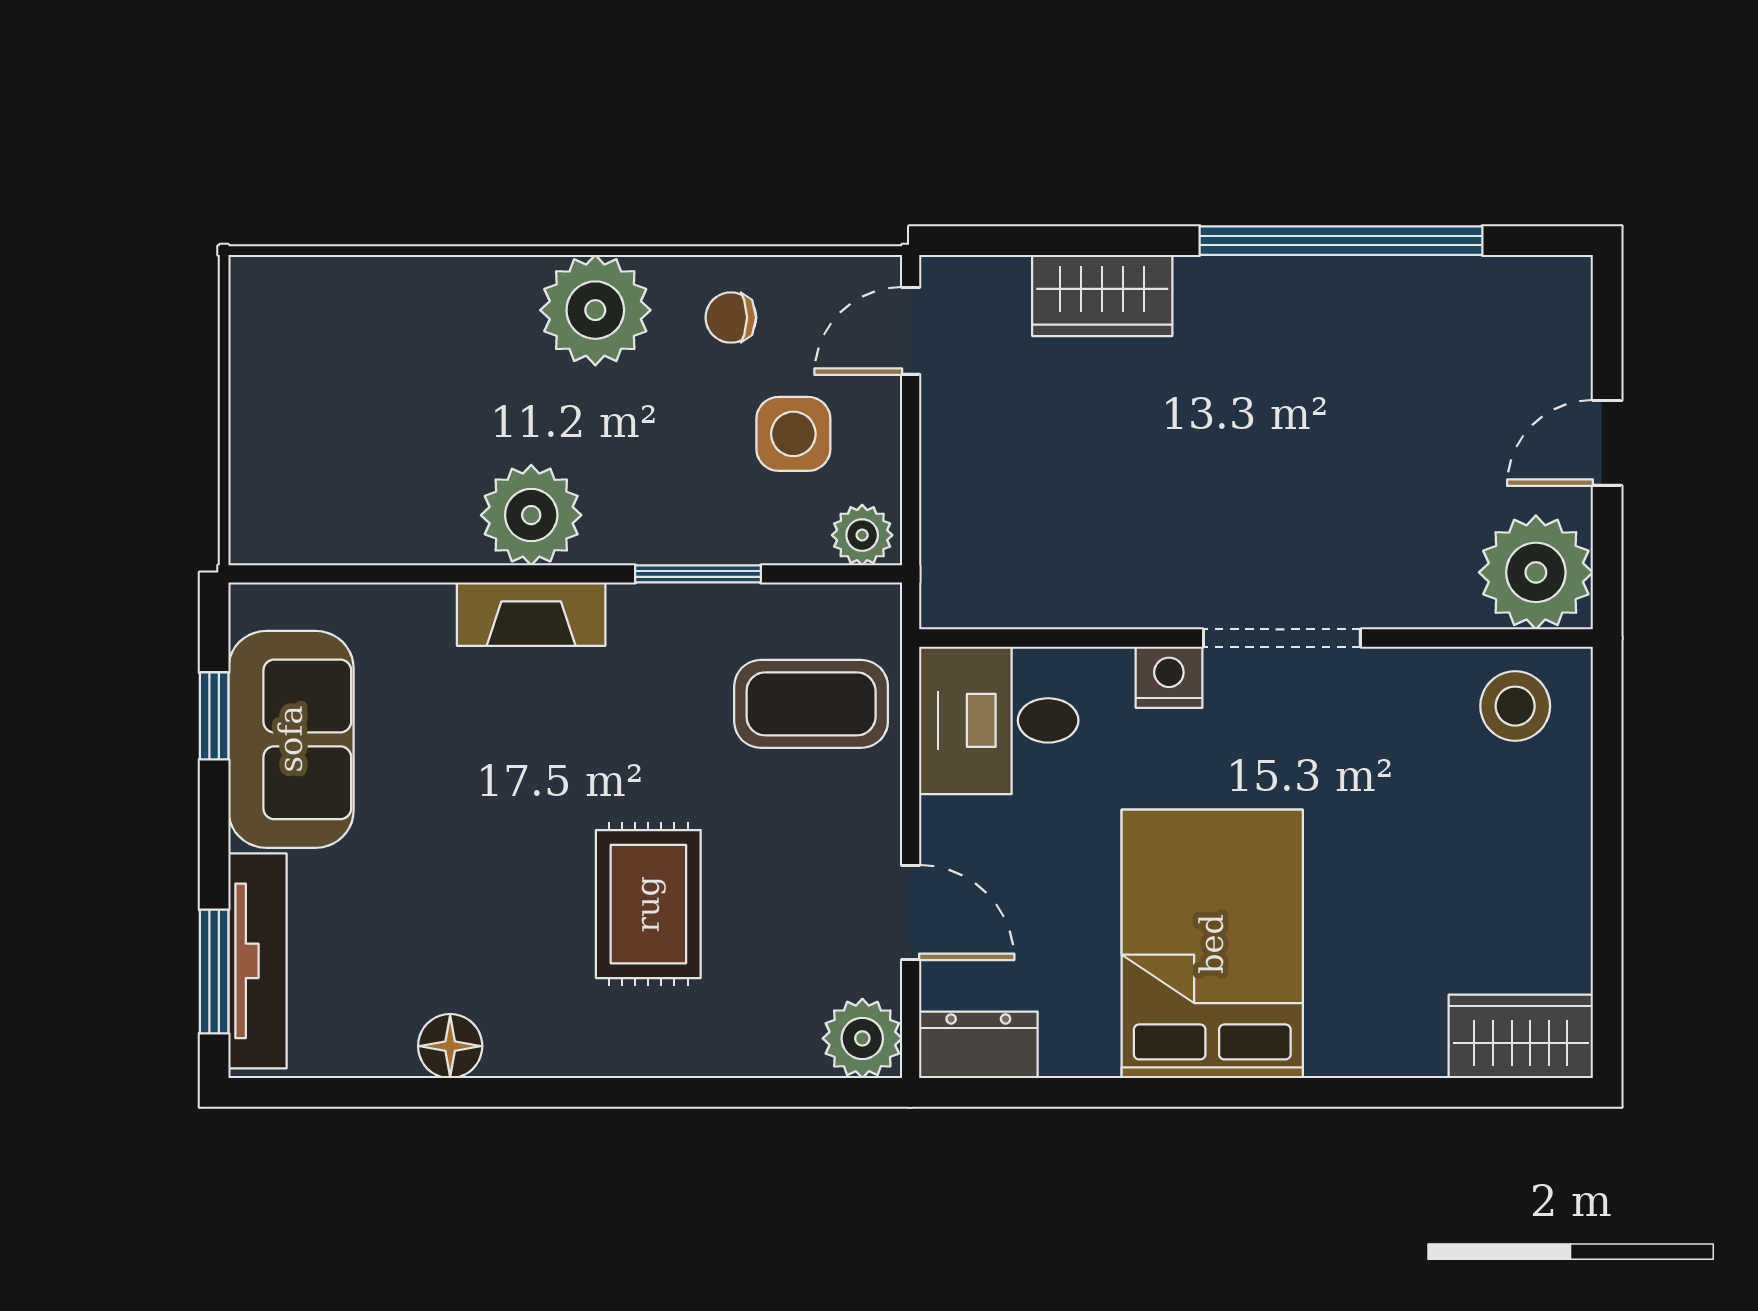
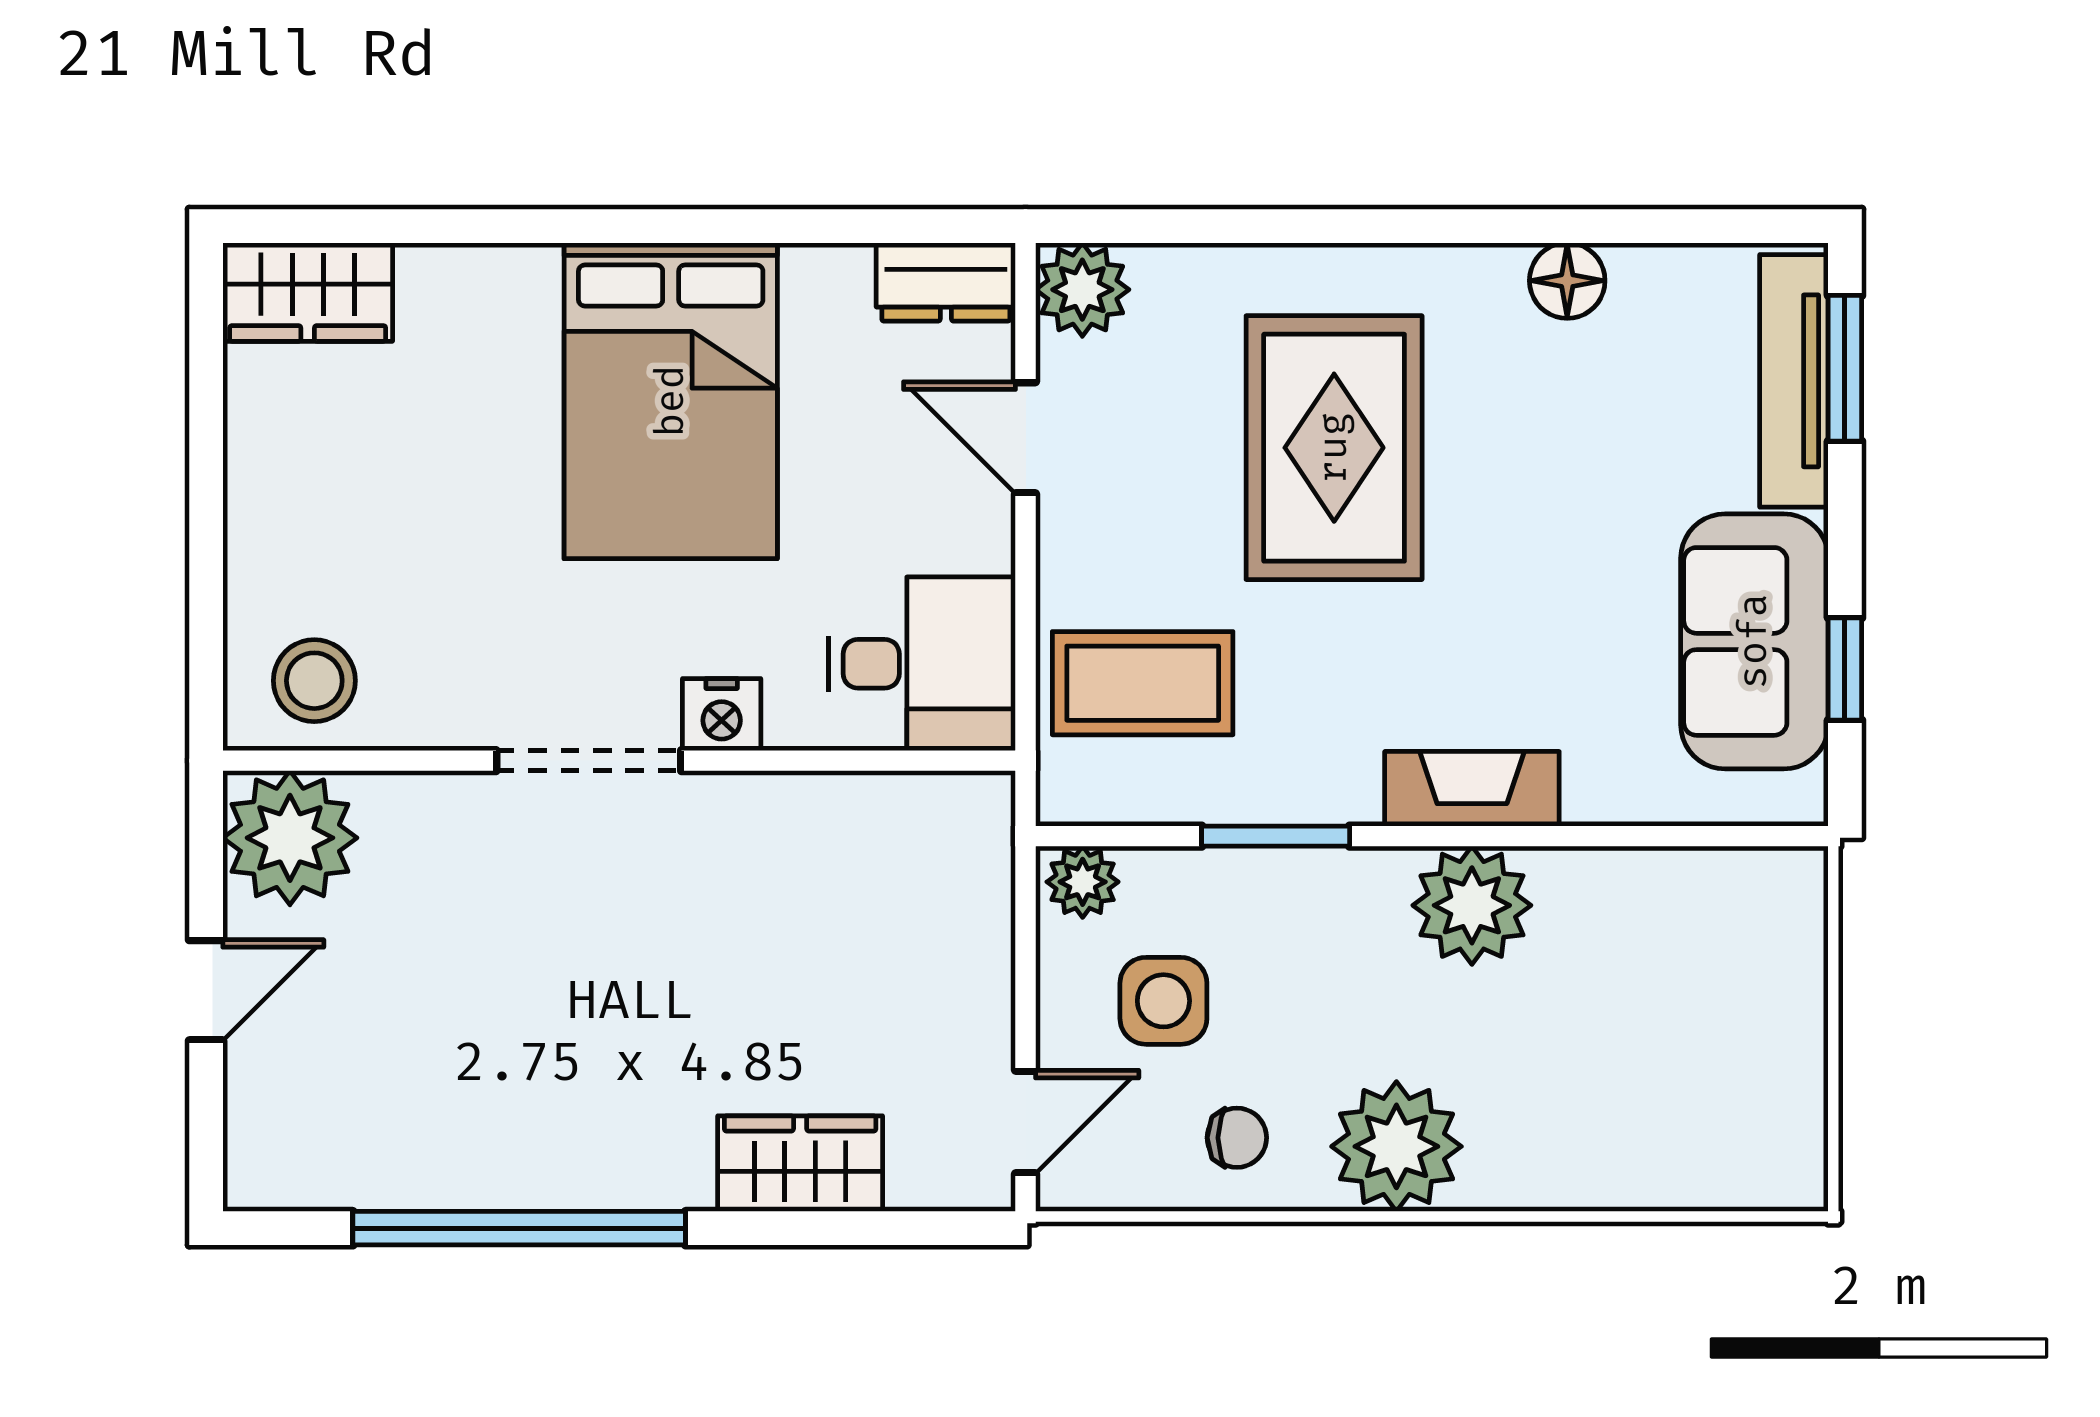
rug: (648, 904) -> (1334, 448), width x1.36, depth x1.43

